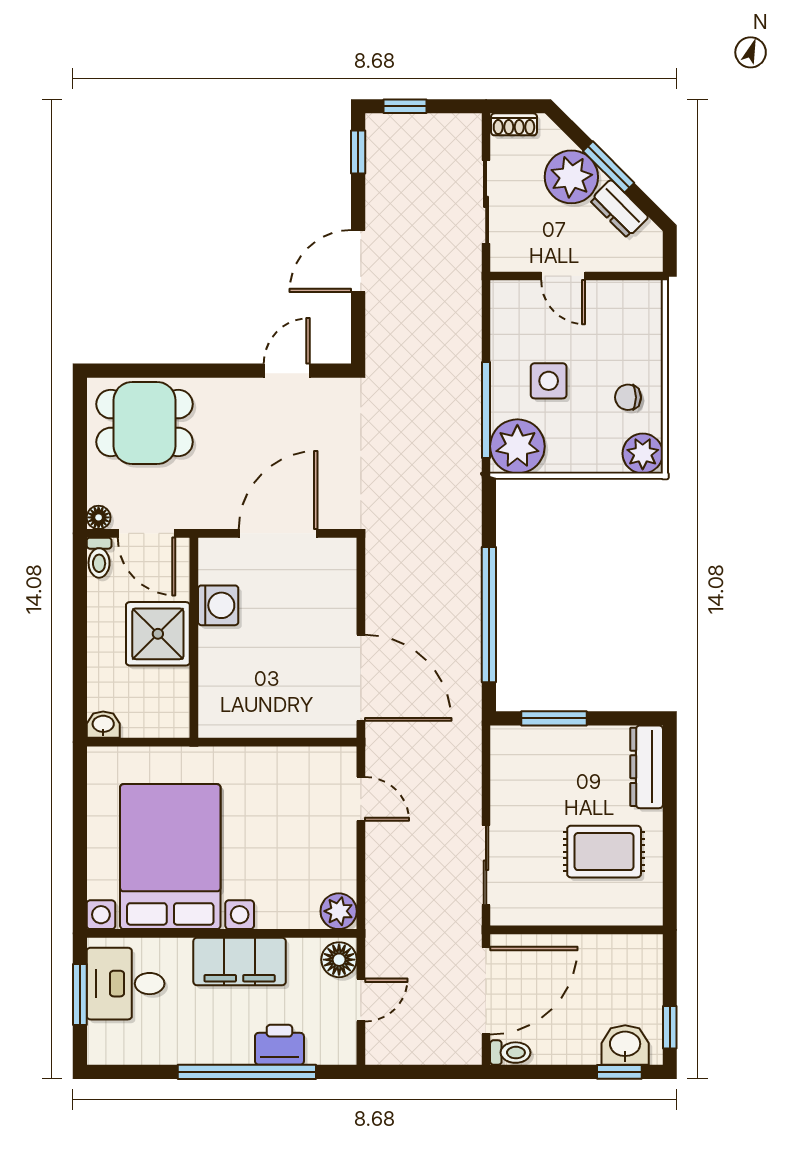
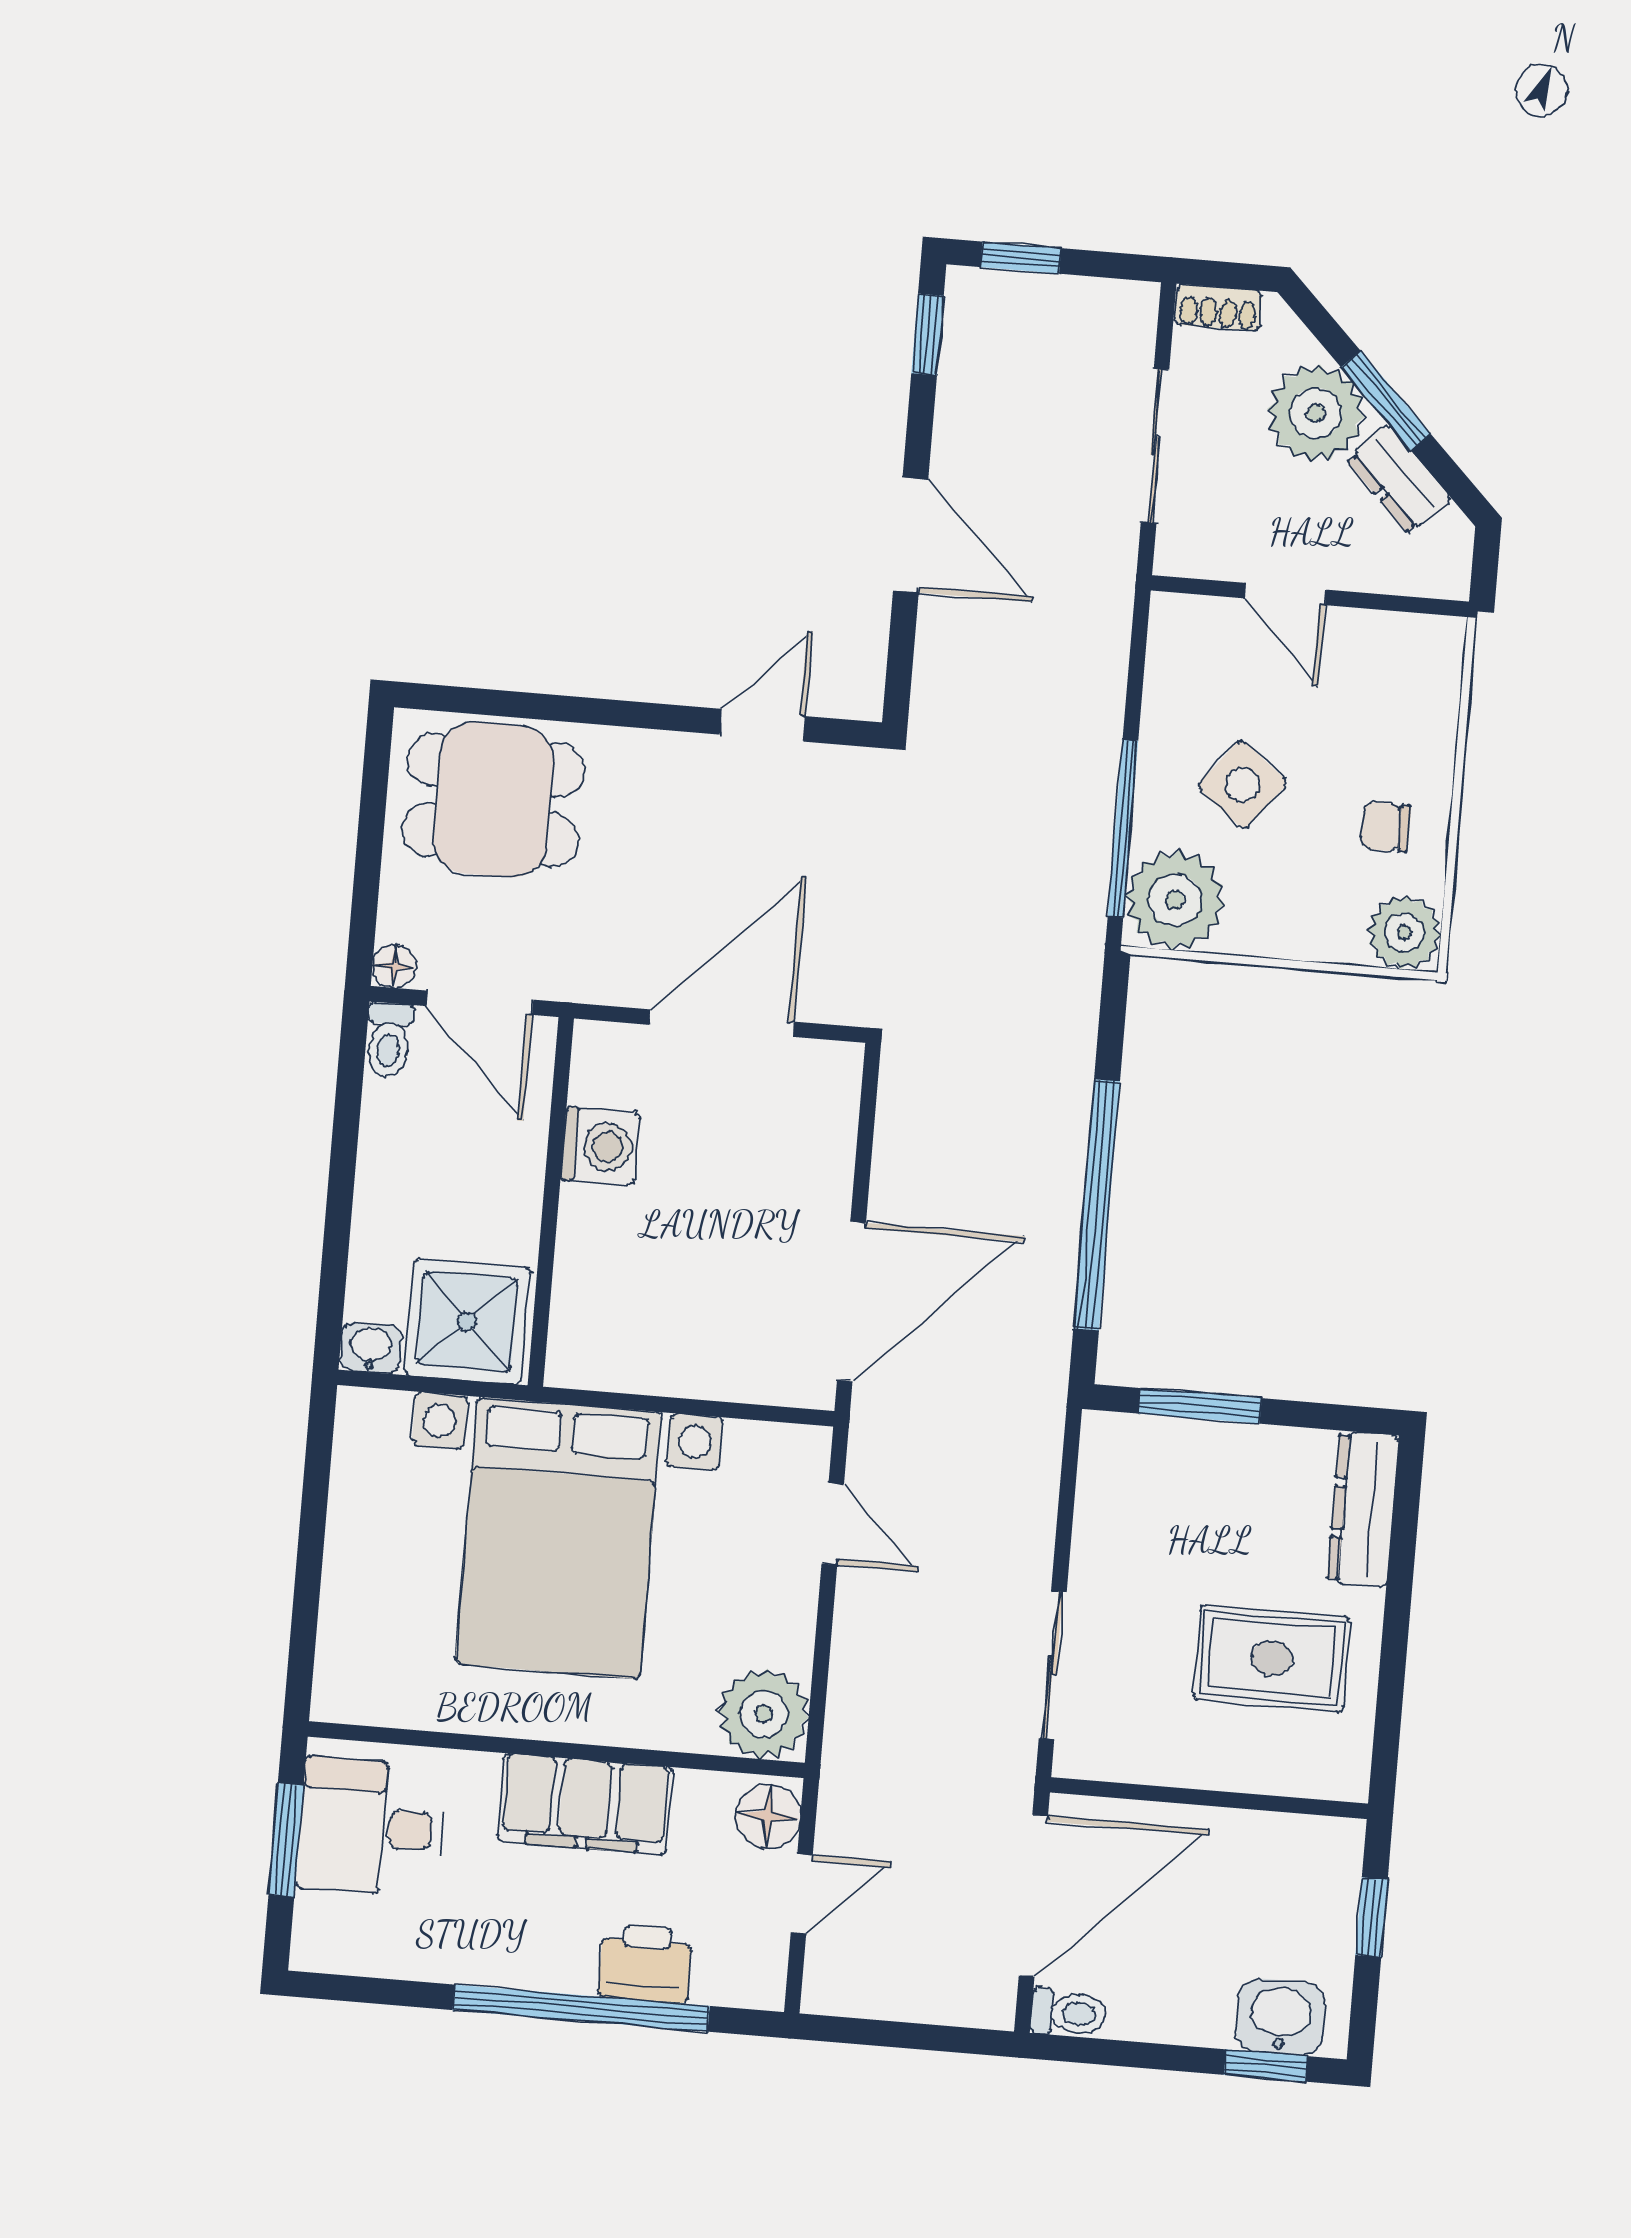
door: (358, 261) -> (911, 535), swing flipped
side table: (549, 381) -> (1242, 784), turned 38
shower: (158, 634) -> (467, 1321), moved
door: (361, 678) -> (851, 1301), hinge flipped
bed with nightstands: (170, 857) -> (558, 1538), moved, turned 180
plant: (339, 911) -> (764, 1714), width x1.36, depth x1.36
window: (670, 1027) -> (1371, 1917), moved

